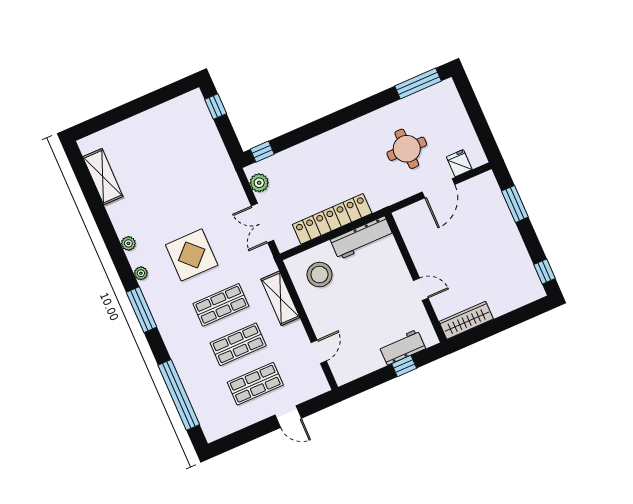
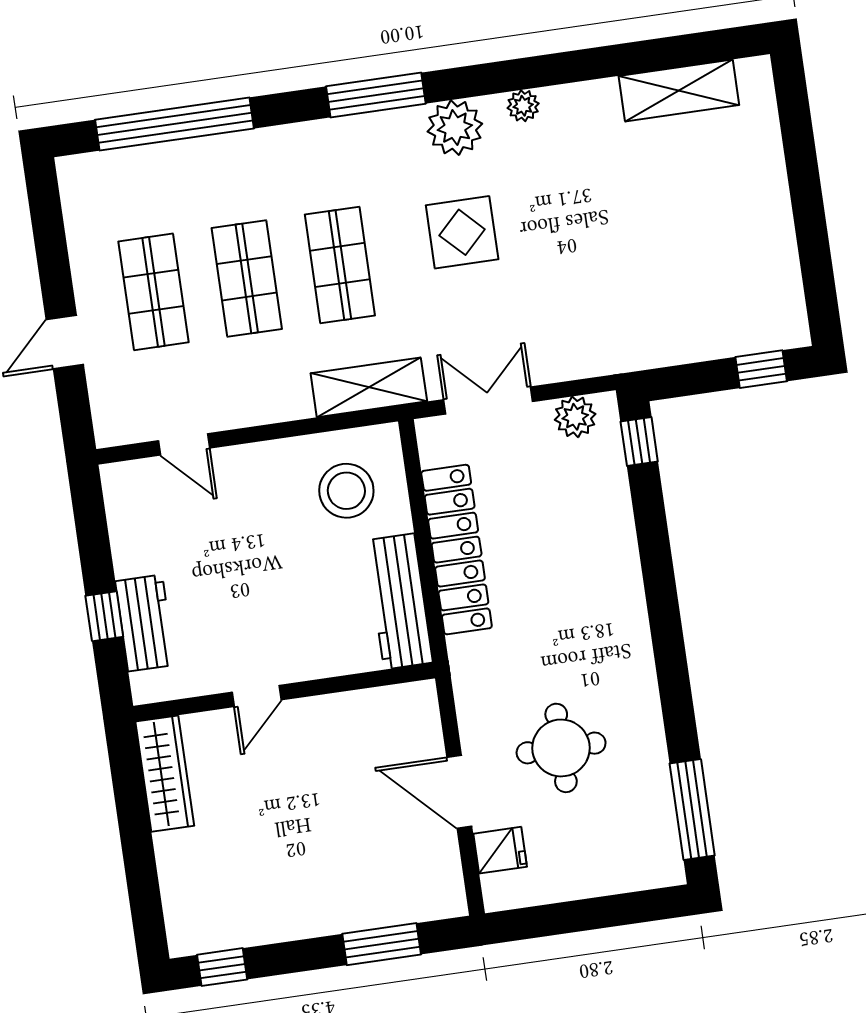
display table: (192, 255) -> (462, 232), width x0.73, depth x0.73
plant: (141, 273) -> (455, 128), width x1.88, depth x1.88
shelving: (280, 298) -> (369, 387), moved

